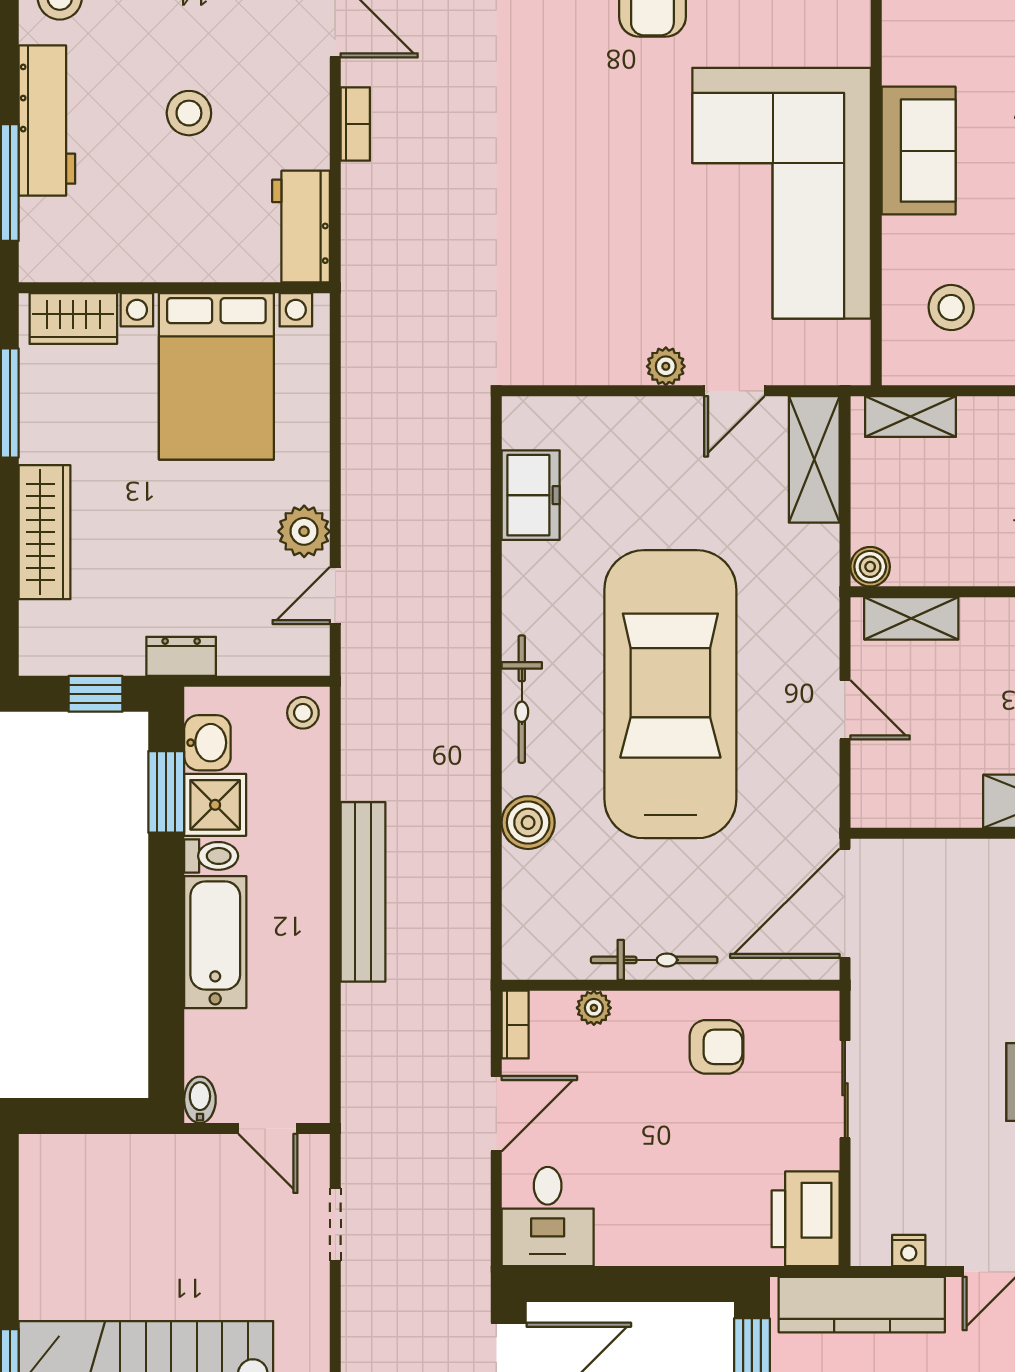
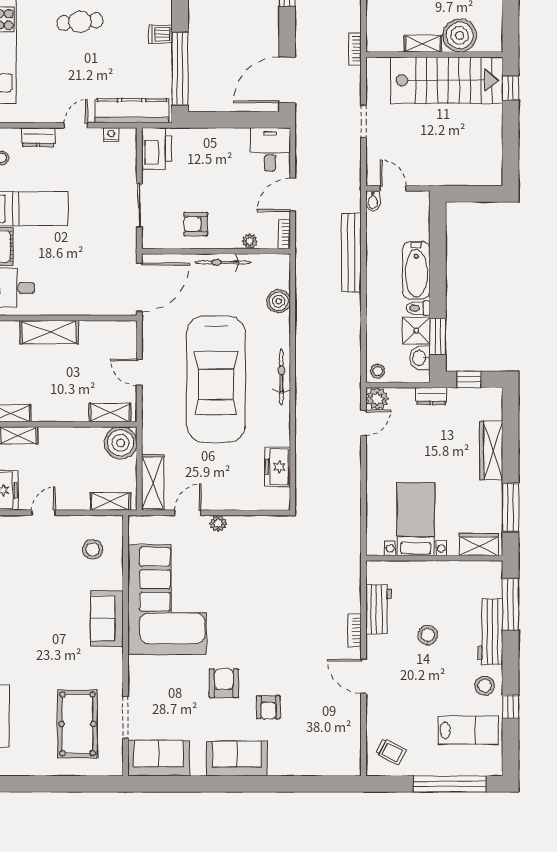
workbench: (301, 227) -> (379, 610), moved
bed with nightstands: (216, 376) -> (416, 519), width x0.73
plant: (304, 531) -> (377, 399), moved
boiler: (870, 567) -> (121, 443), width x1.86, depth x1.86
boiler: (528, 823) -> (279, 301), moved
bench: (363, 892) -> (351, 252), moved
bidet: (200, 1100) -> (373, 201), moved
doorway: (335, 1224) -> (363, 121), moved

